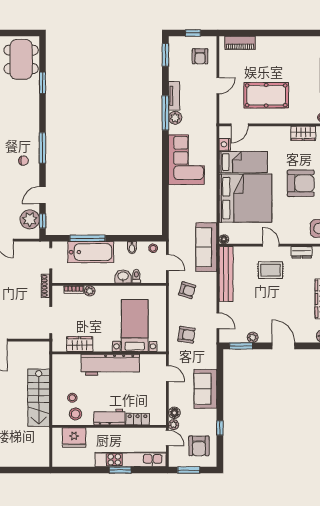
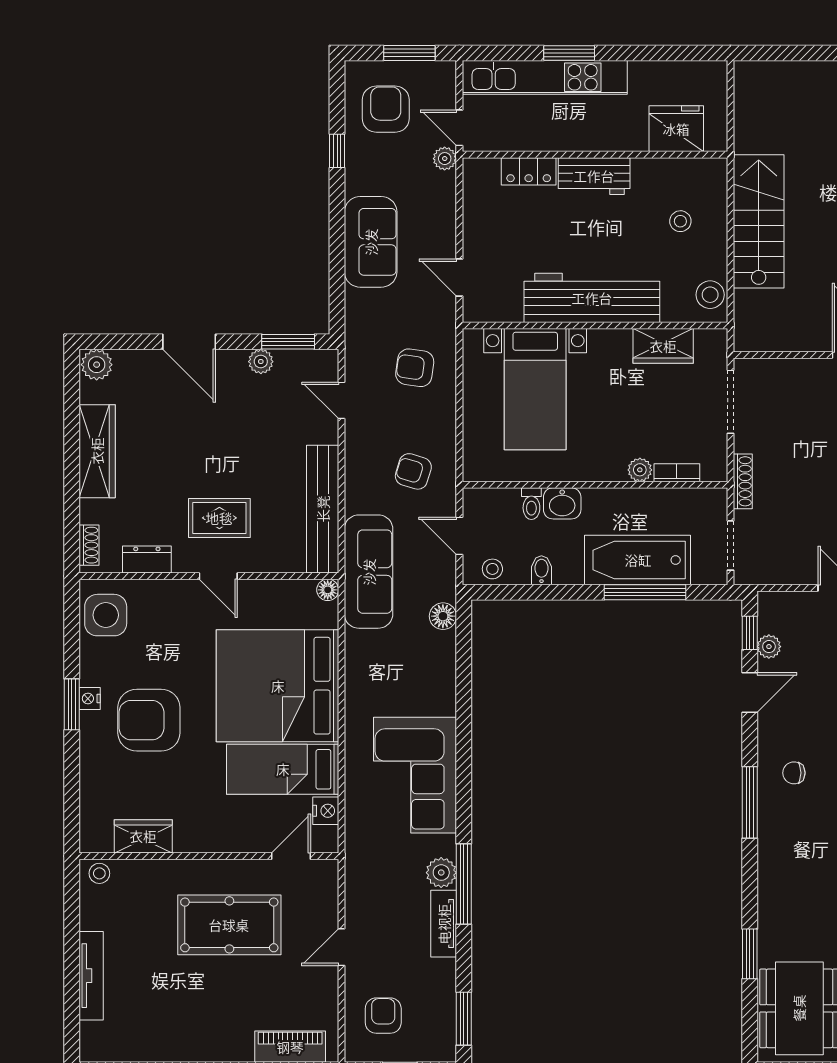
plant: (30, 219) -> (769, 647), width x0.53, depth x0.53
floor lamp: (174, 413) -> (443, 616), moved
stool: (76, 414) -> (710, 295), moved

